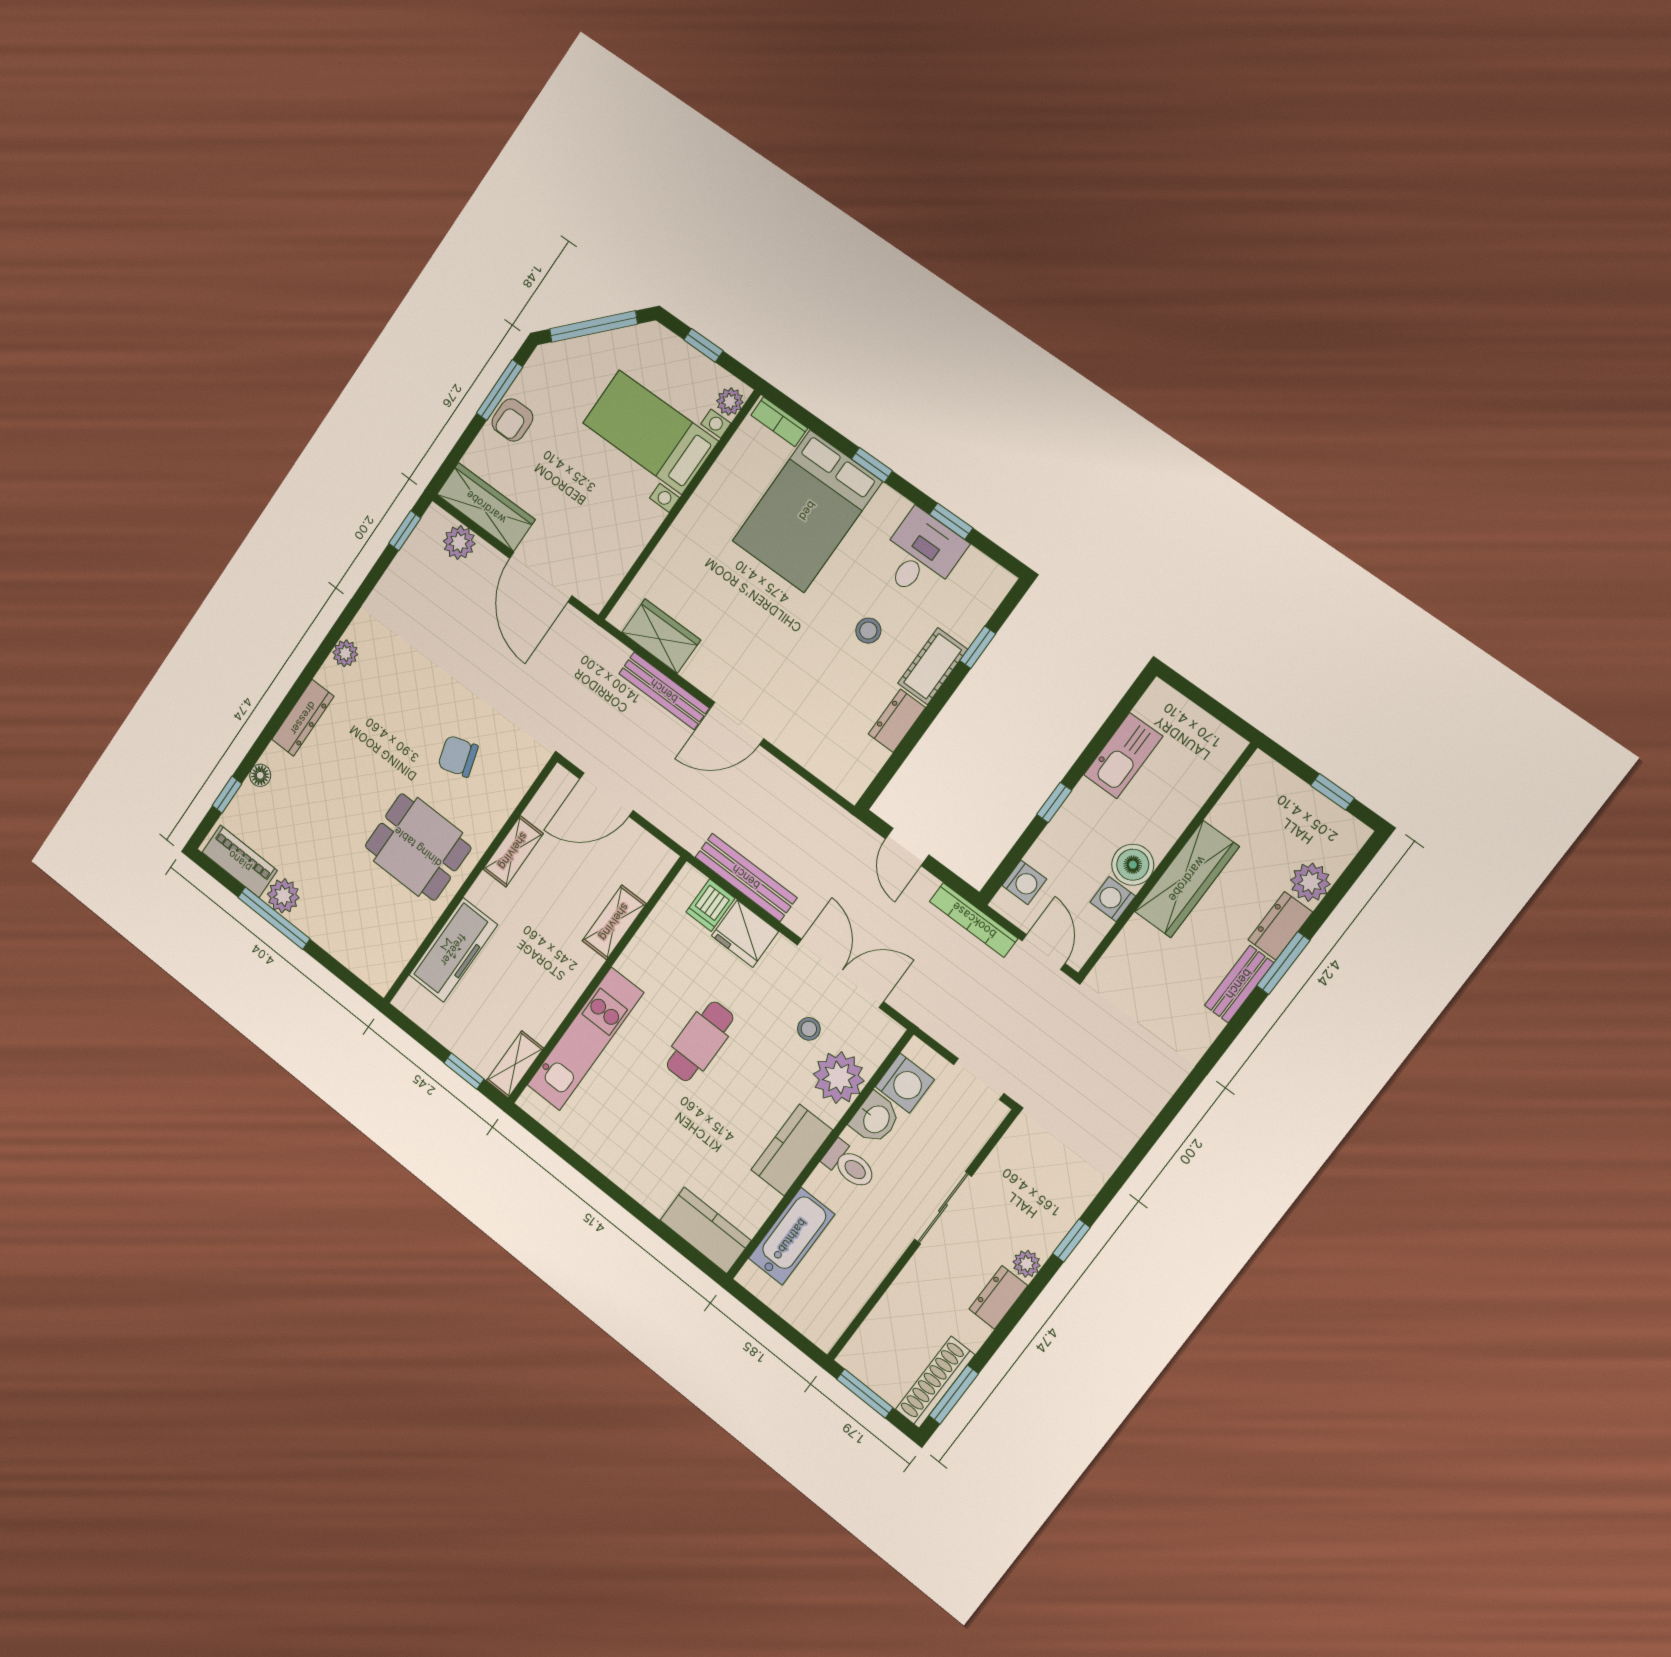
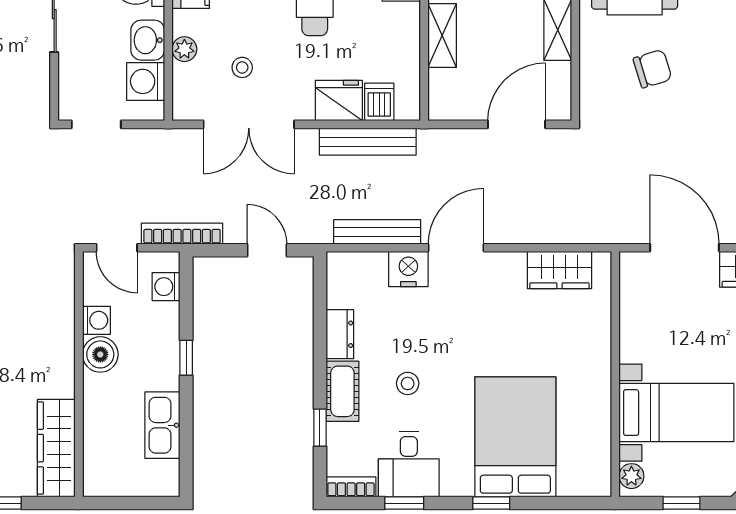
bookcase: (779, 422) -> (351, 487), moved
bench: (664, 691) -> (377, 232), moved
nightstand: (793, 735) -> (408, 269), added
wardrobe: (1187, 879) -> (56, 448), moved
plant: (839, 1078) -> (184, 49), width x0.53, depth x0.53

